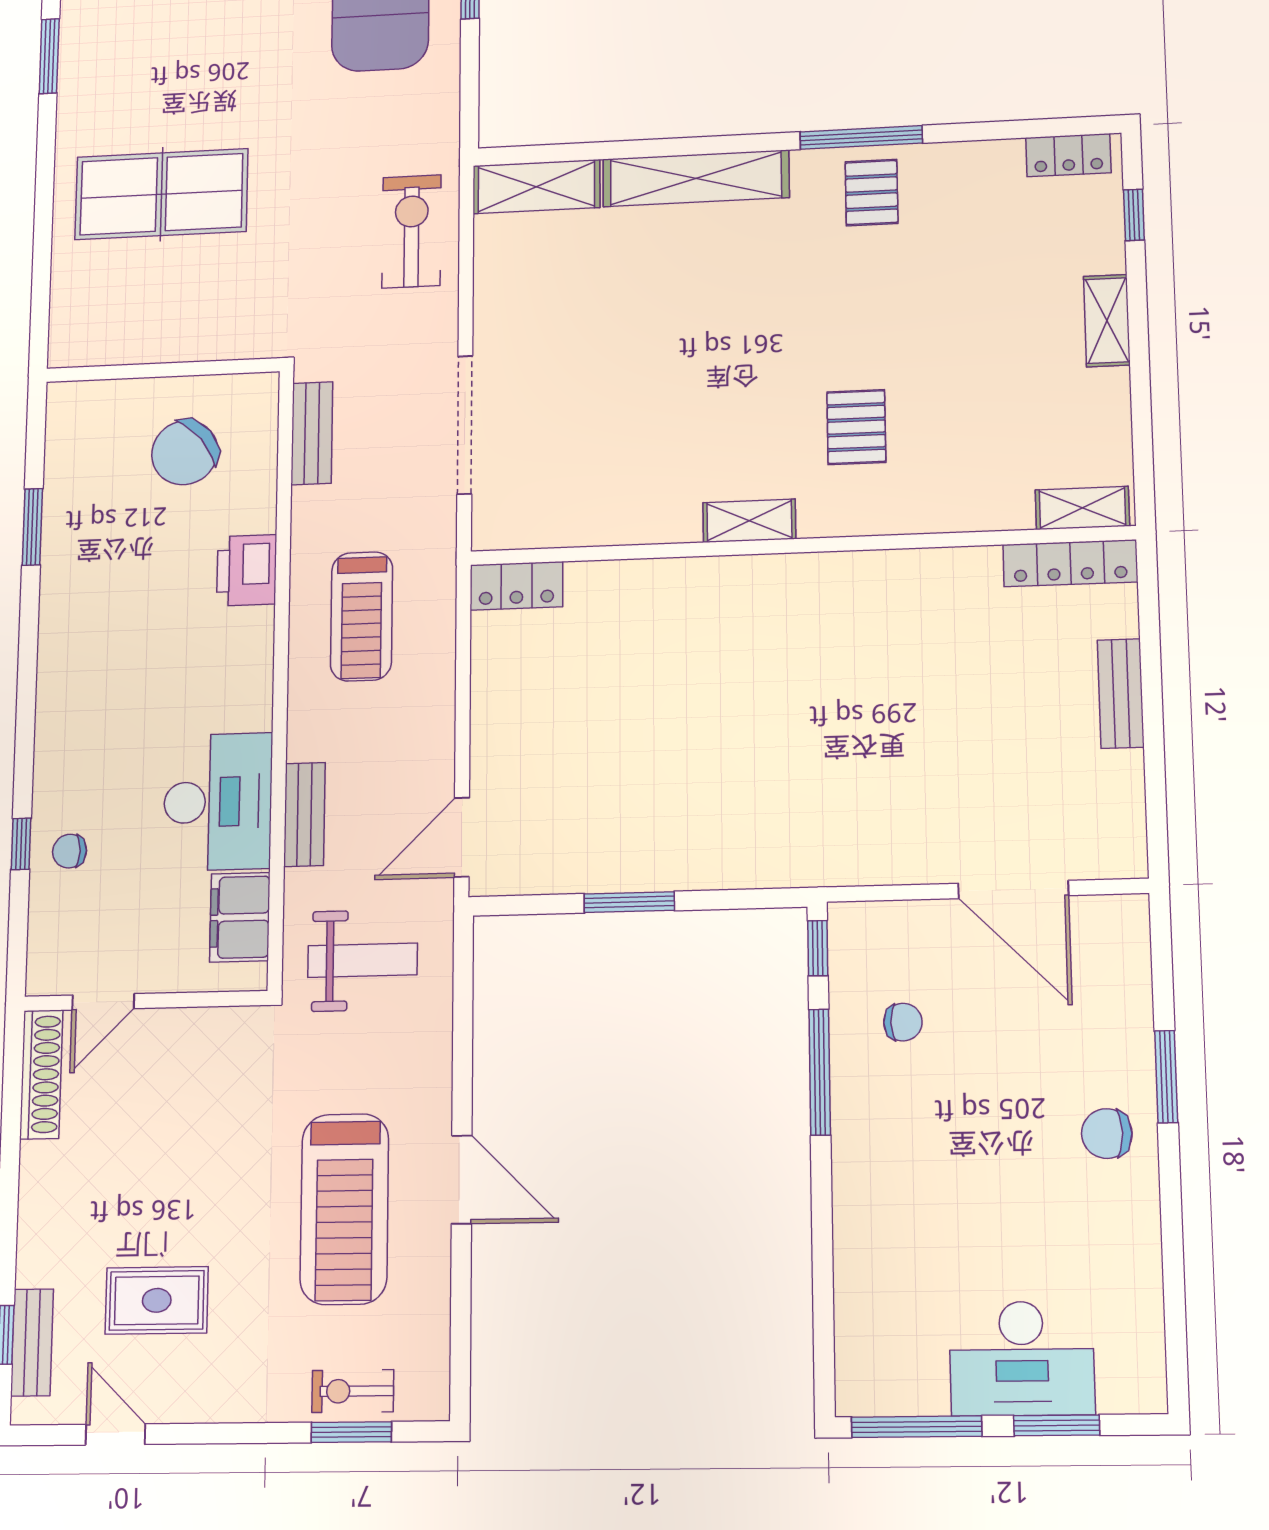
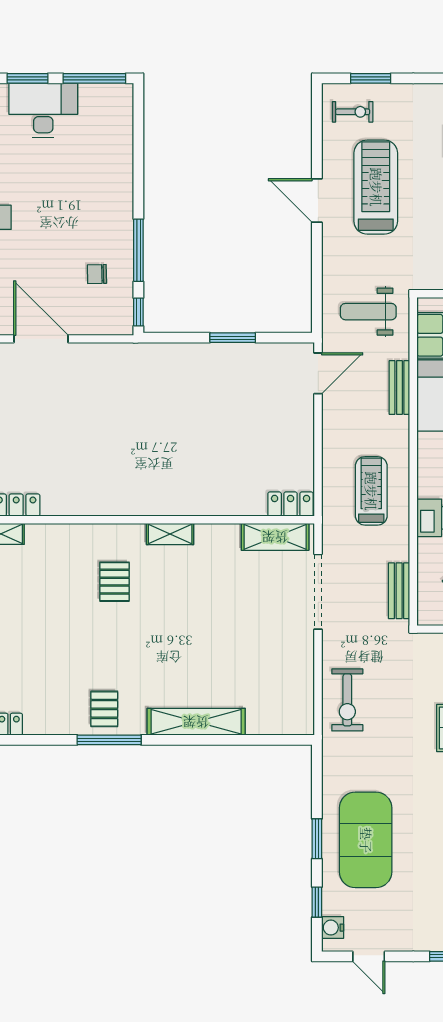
shelving: (536, 187) -> (275, 537), moved
exercise bike: (353, 1391) -> (353, 112), moved

